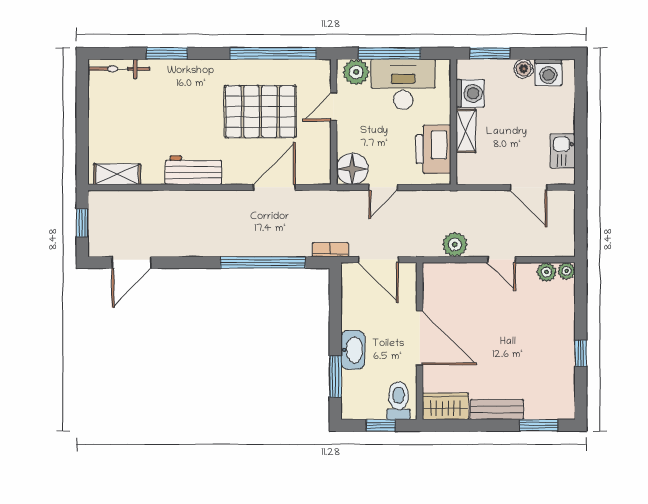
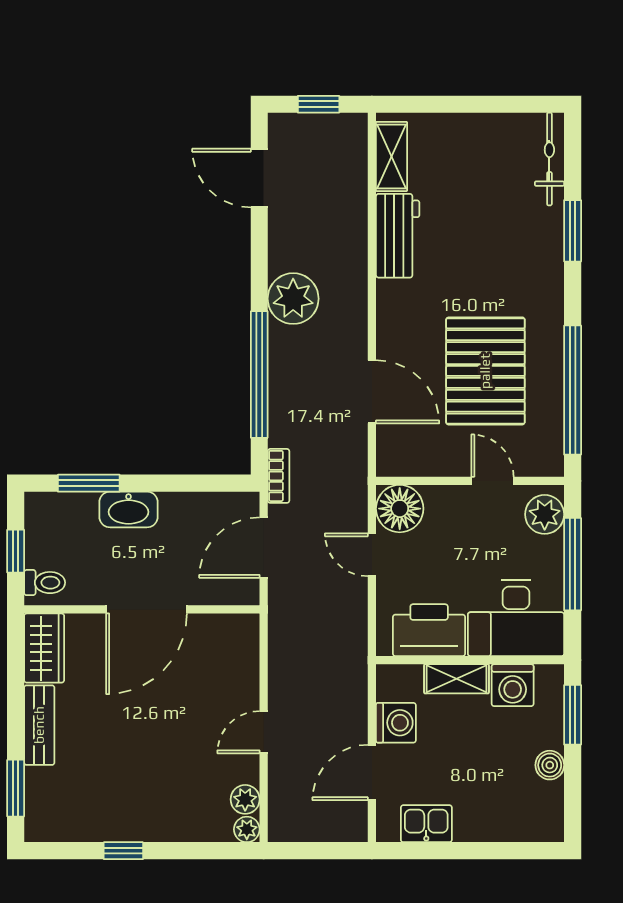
washing machine: (548, 72) -> (396, 723), moved, turned 180
desk: (403, 84) -> (516, 618), moved, turned 90
workbench: (194, 170) -> (398, 236), moved
plant: (455, 245) -> (293, 299), moved, width x1.36, depth x1.36
toilet: (399, 401) -> (45, 583), width x0.73, depth x0.72

